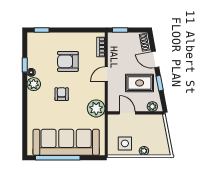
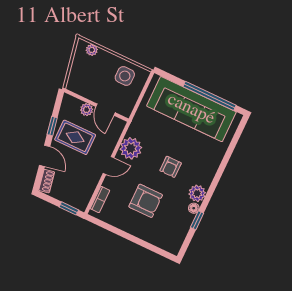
window: (42, 30) -> (159, 251), removed
plant: (152, 107) -> (87, 110), moved
plant: (96, 108) -> (131, 148), moved
plant: (144, 151) -> (92, 50), moved

